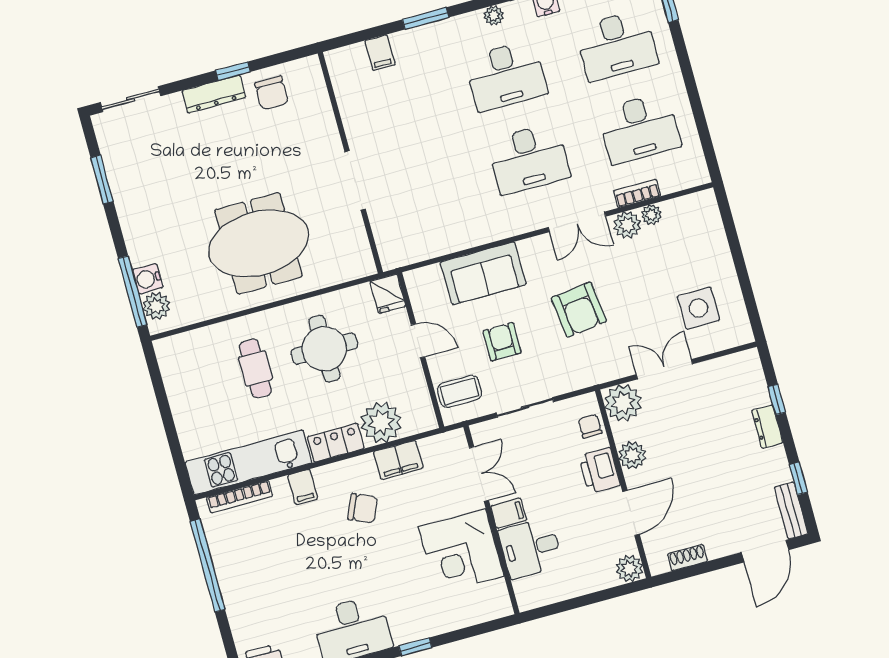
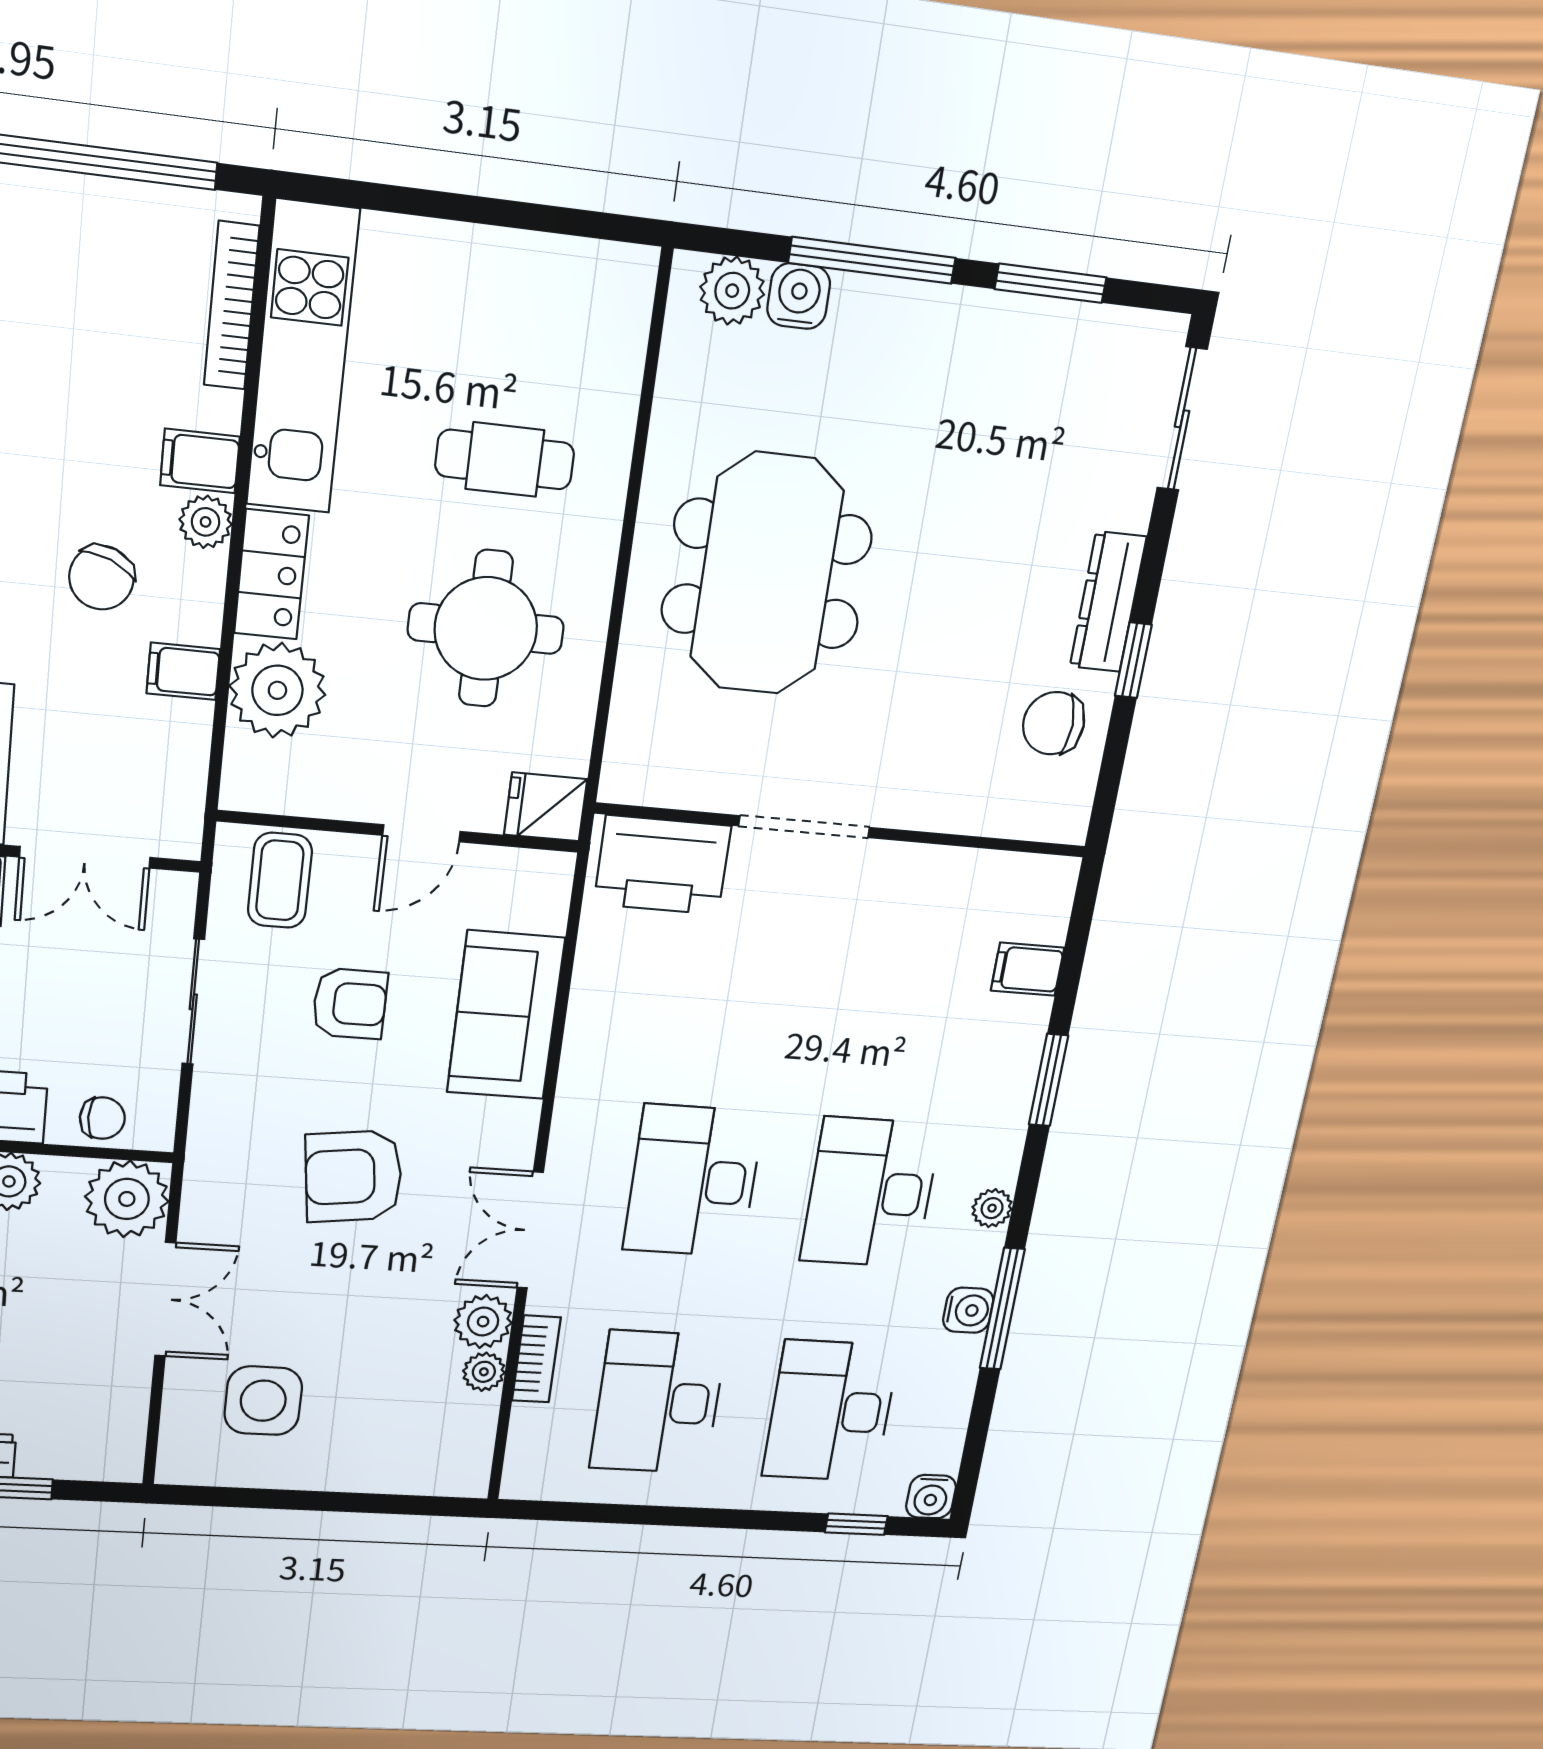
printer: (394, 234) -> (662, 865), added
window: (133, 291) -> (872, 260), moved
filing cabinet: (398, 460) -> (183, 671), width x0.50
plant: (325, 476) -> (206, 522), added

